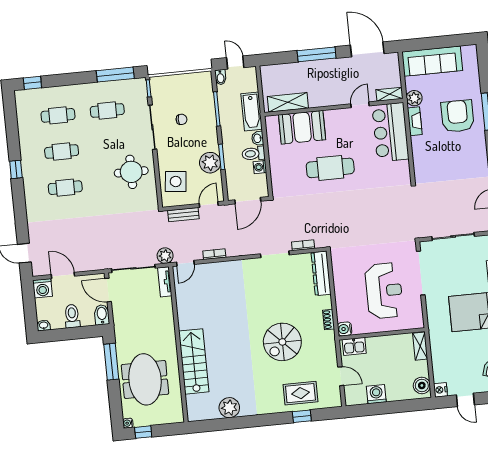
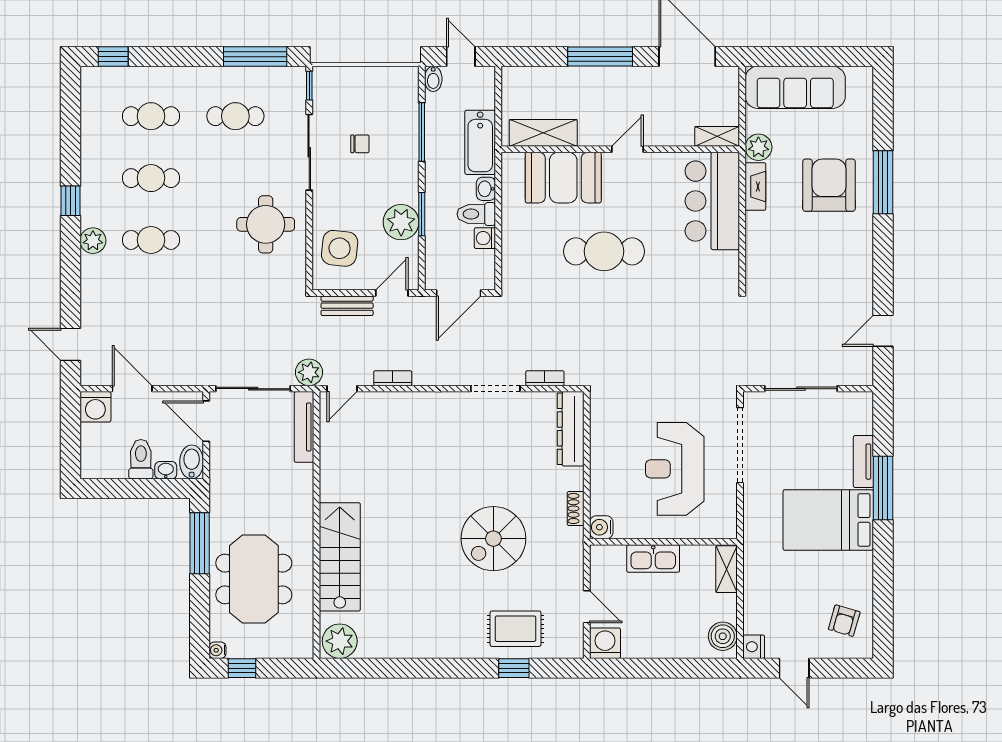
door: (360, 105) -> (627, 149), moved
plant: (31, 191) -> (93, 241), added
tv unit: (165, 282) -> (304, 427), width x1.41
reception desk: (384, 291) -> (675, 469), turned 180
washbasin: (44, 325) -> (166, 470), moved
kitchen sink: (354, 346) -> (653, 558), moved, width x1.38
washing machine: (376, 394) -> (605, 643), moved
plant: (229, 408) -> (340, 641), moved

